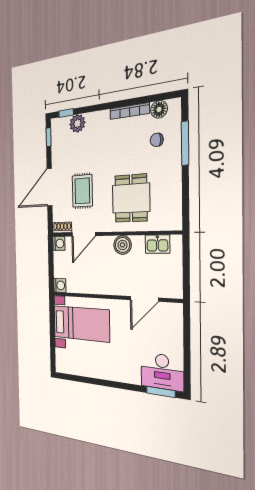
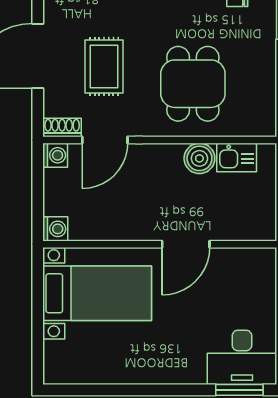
boiler: (122, 245) -> (199, 158), moved
door: (144, 299) -> (186, 244), moved

